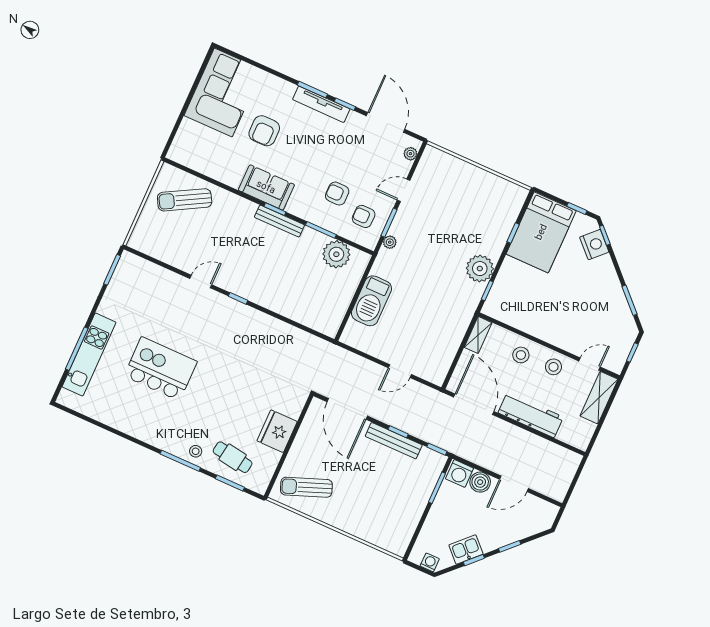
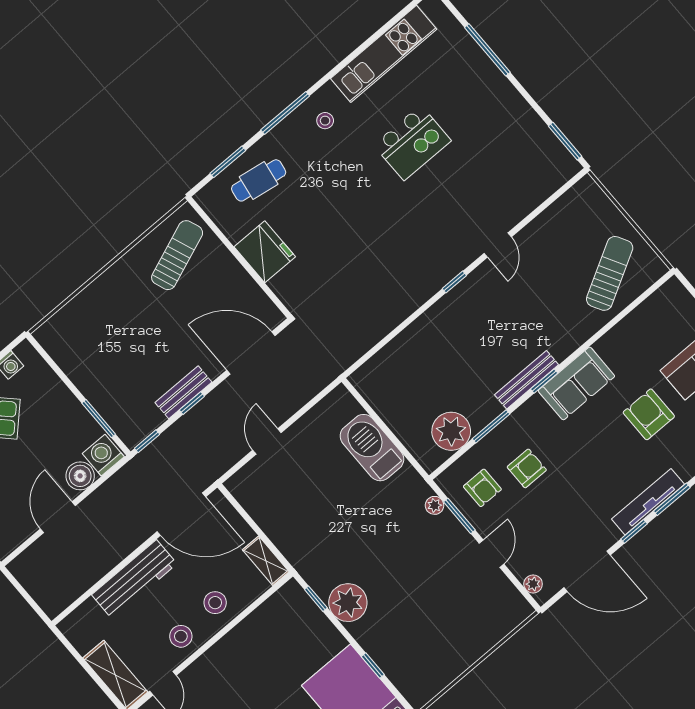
armchair: (364, 216) -> (482, 488), turned 90
kitchen unit: (89, 355) -> (384, 54), moved, turned -90
kitchen island: (161, 369) -> (412, 143), width x0.73, depth x0.78
bench: (394, 441) -> (183, 392), width x0.73
stool: (196, 451) -> (325, 121), moved

